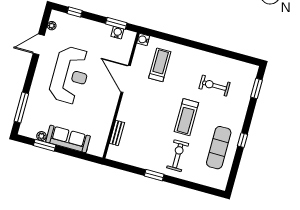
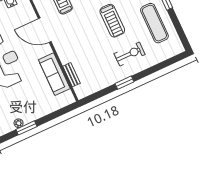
sofa: (68, 139) -> (54, 74), moved, turned -90
exercise bike: (178, 156) -> (130, 54), turned 90

